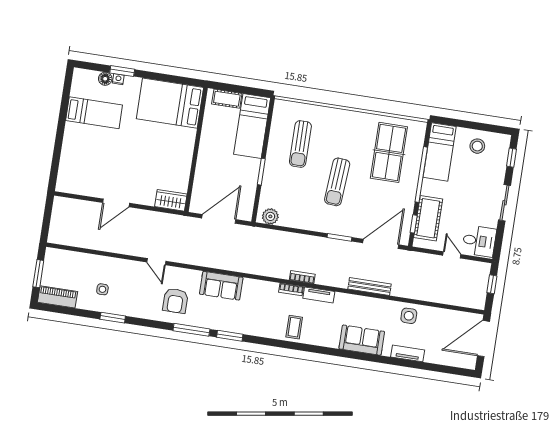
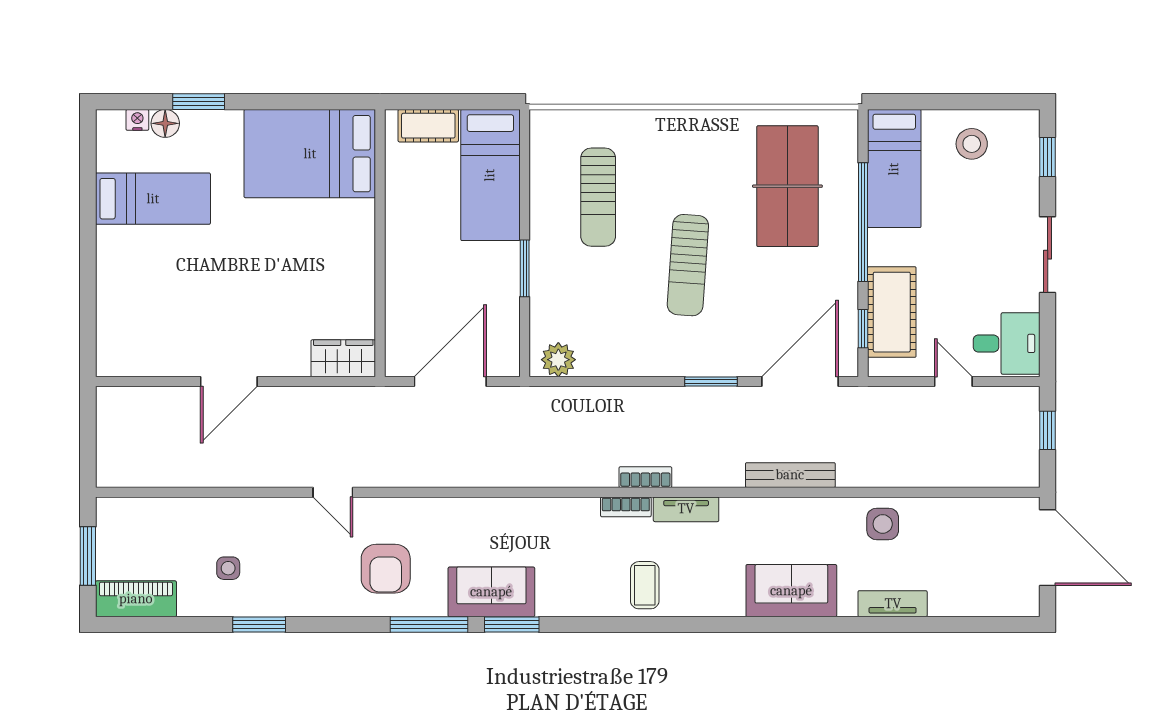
nightstand: (118, 79) -> (137, 120), moved
sofa: (221, 286) -> (491, 592), moved, turned 180
door: (483, 339) -> (1048, 548), swing flipped

